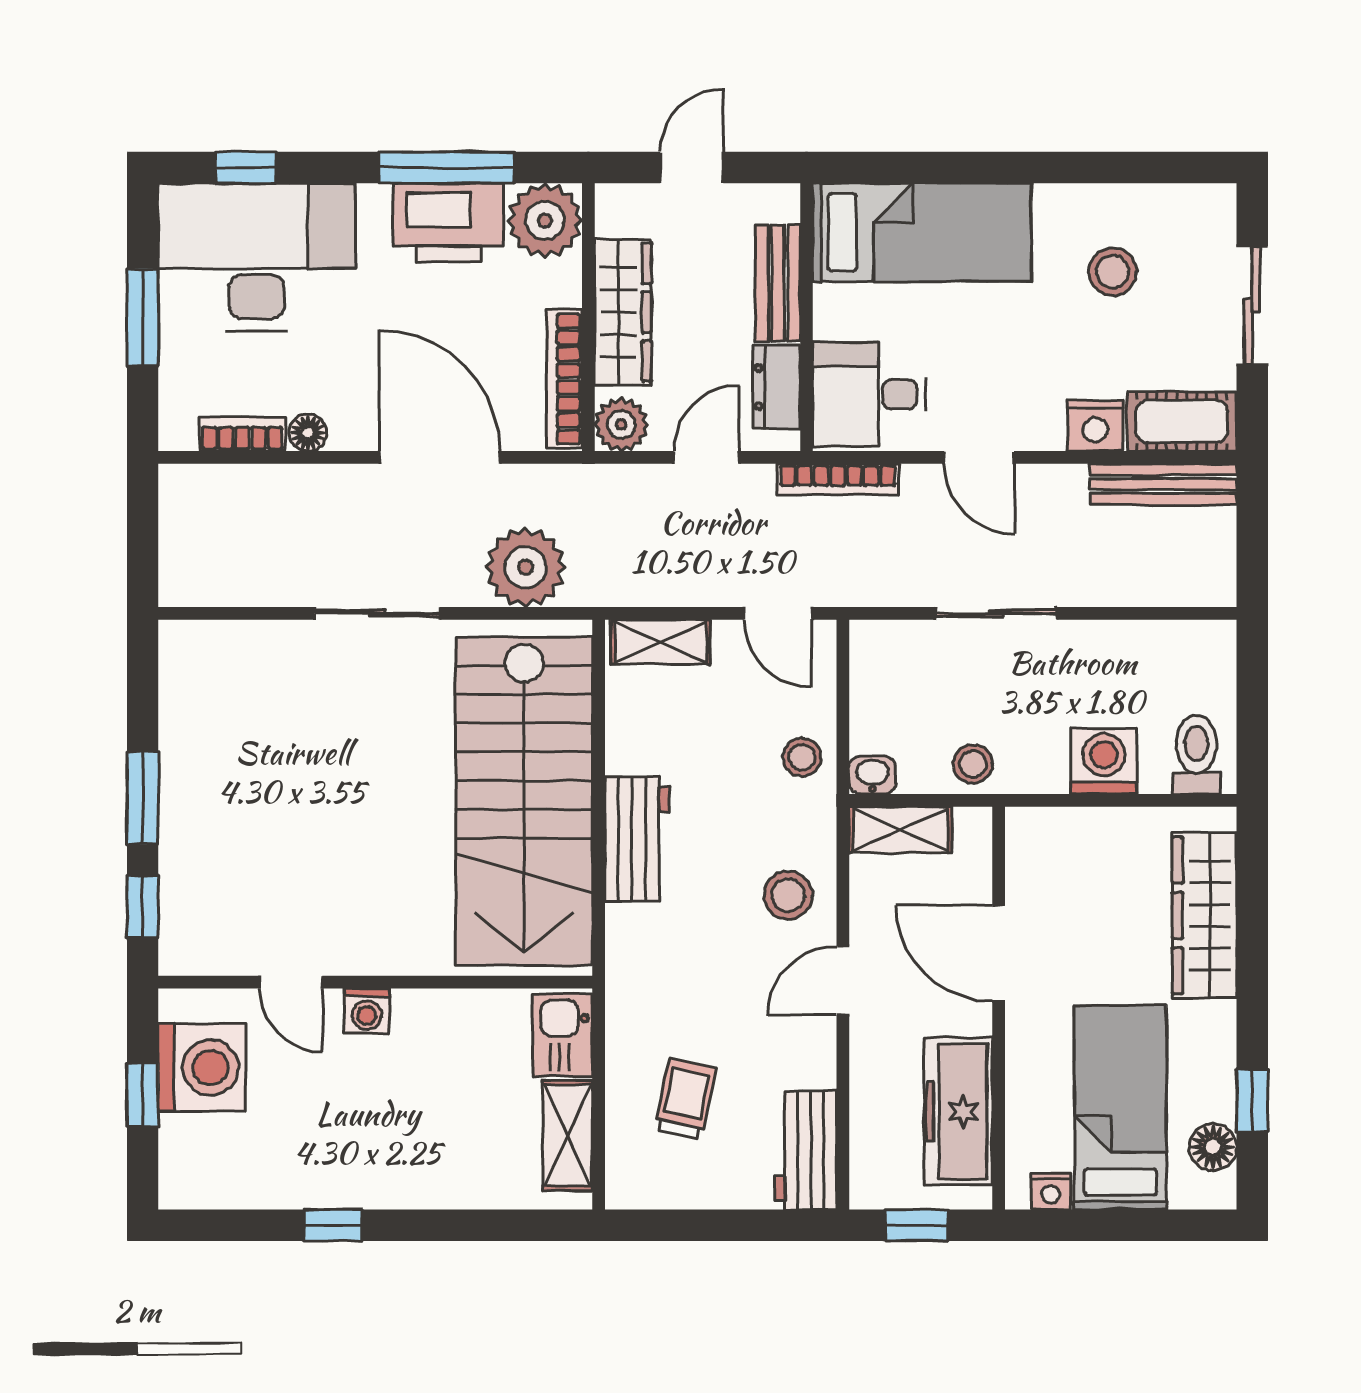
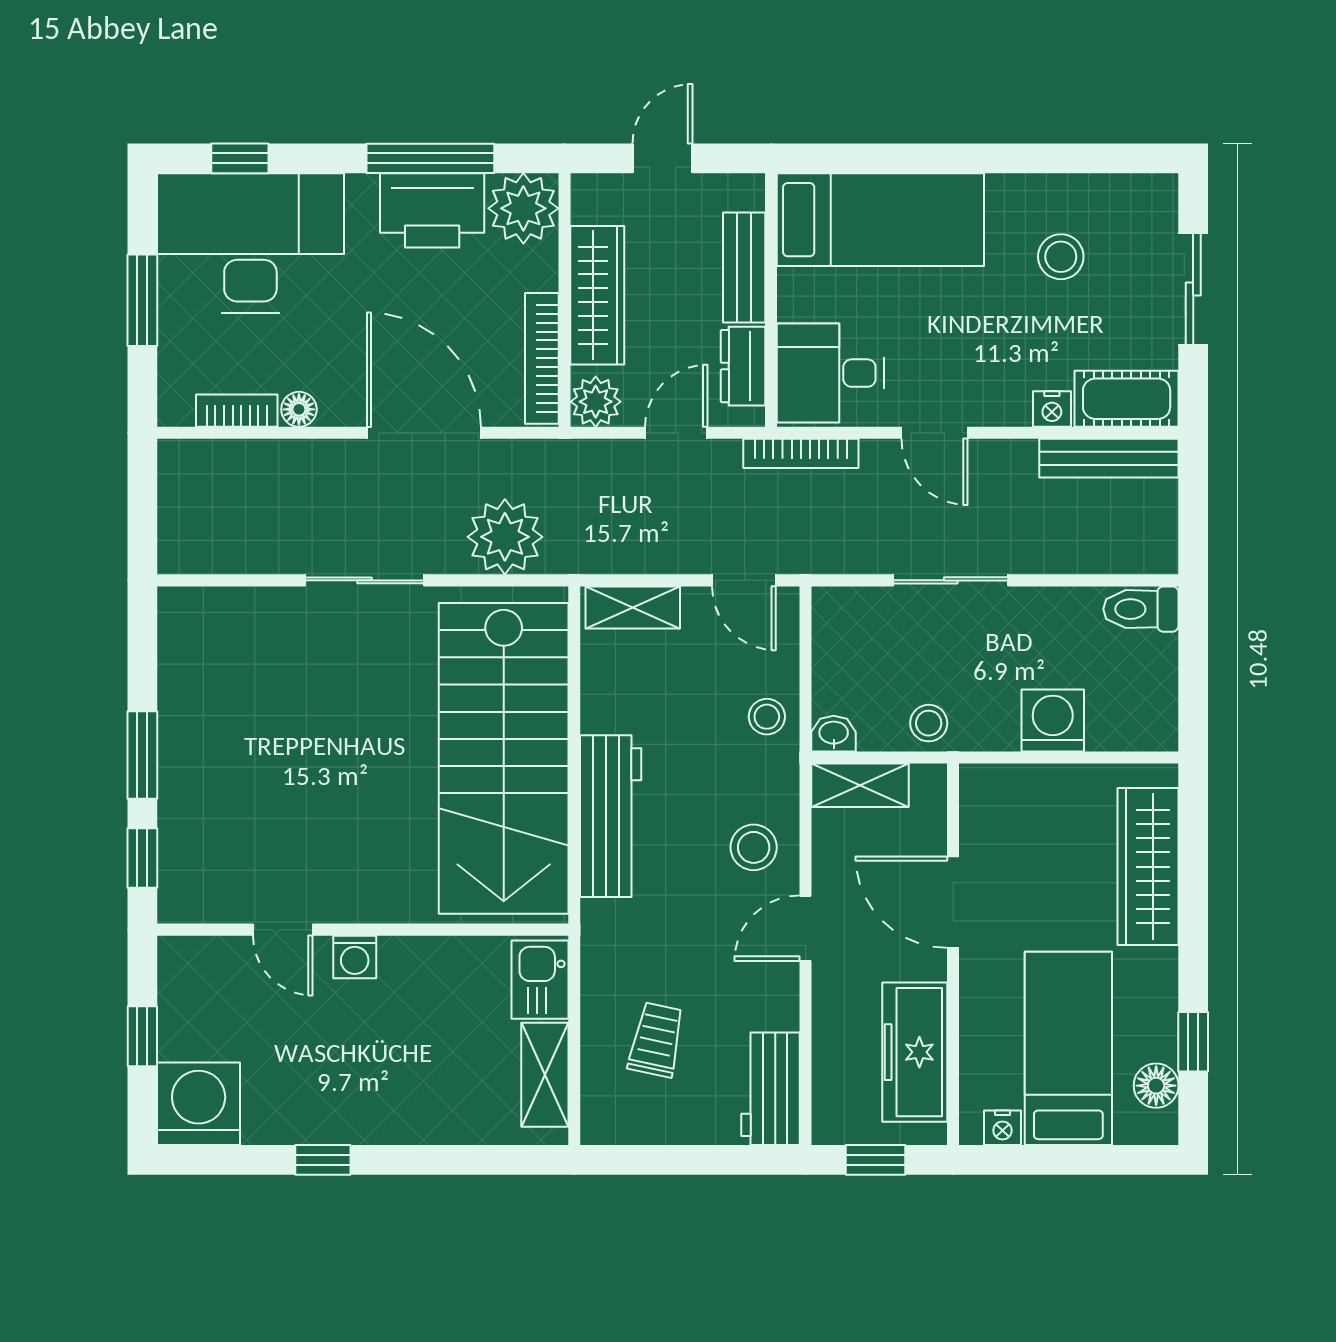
nightstand: (1095, 426) -> (1052, 409), width x0.72, depth x0.74
toilet: (1196, 754) -> (1141, 609), moved, turned -90
workbench: (637, 839) -> (611, 816), width x1.37
washing machine: (202, 1067) -> (199, 1104), moved, turned -90

